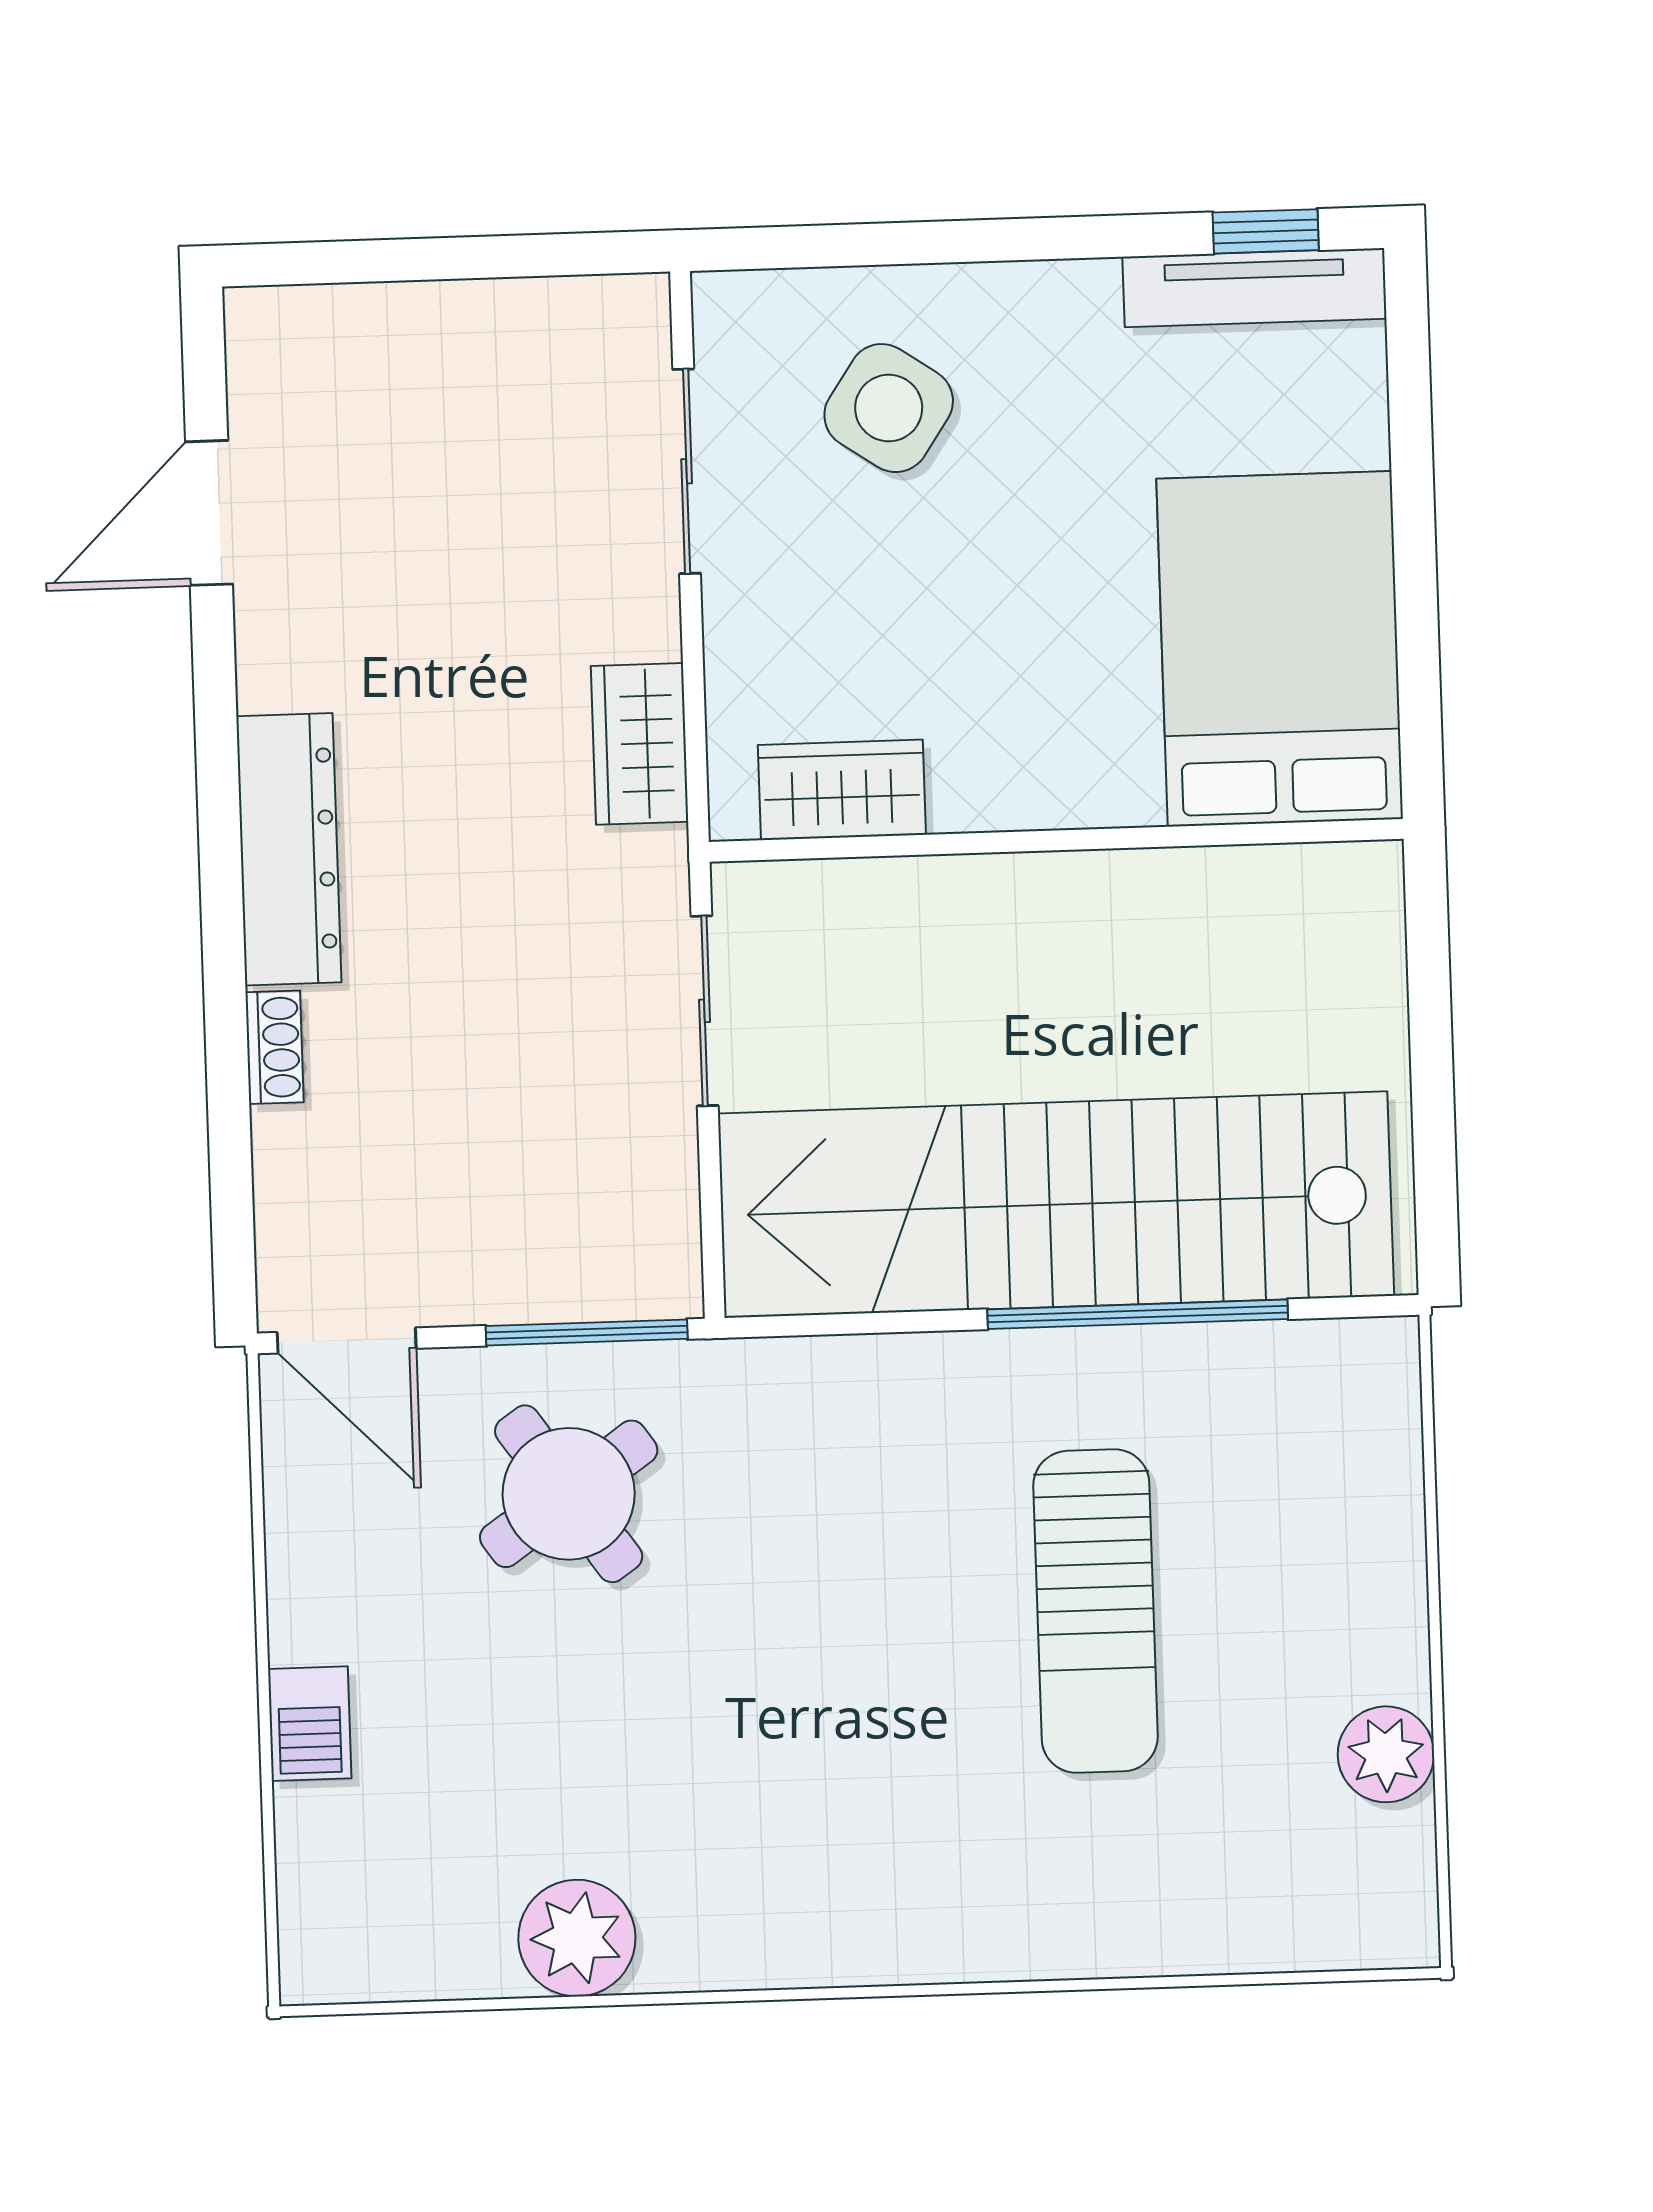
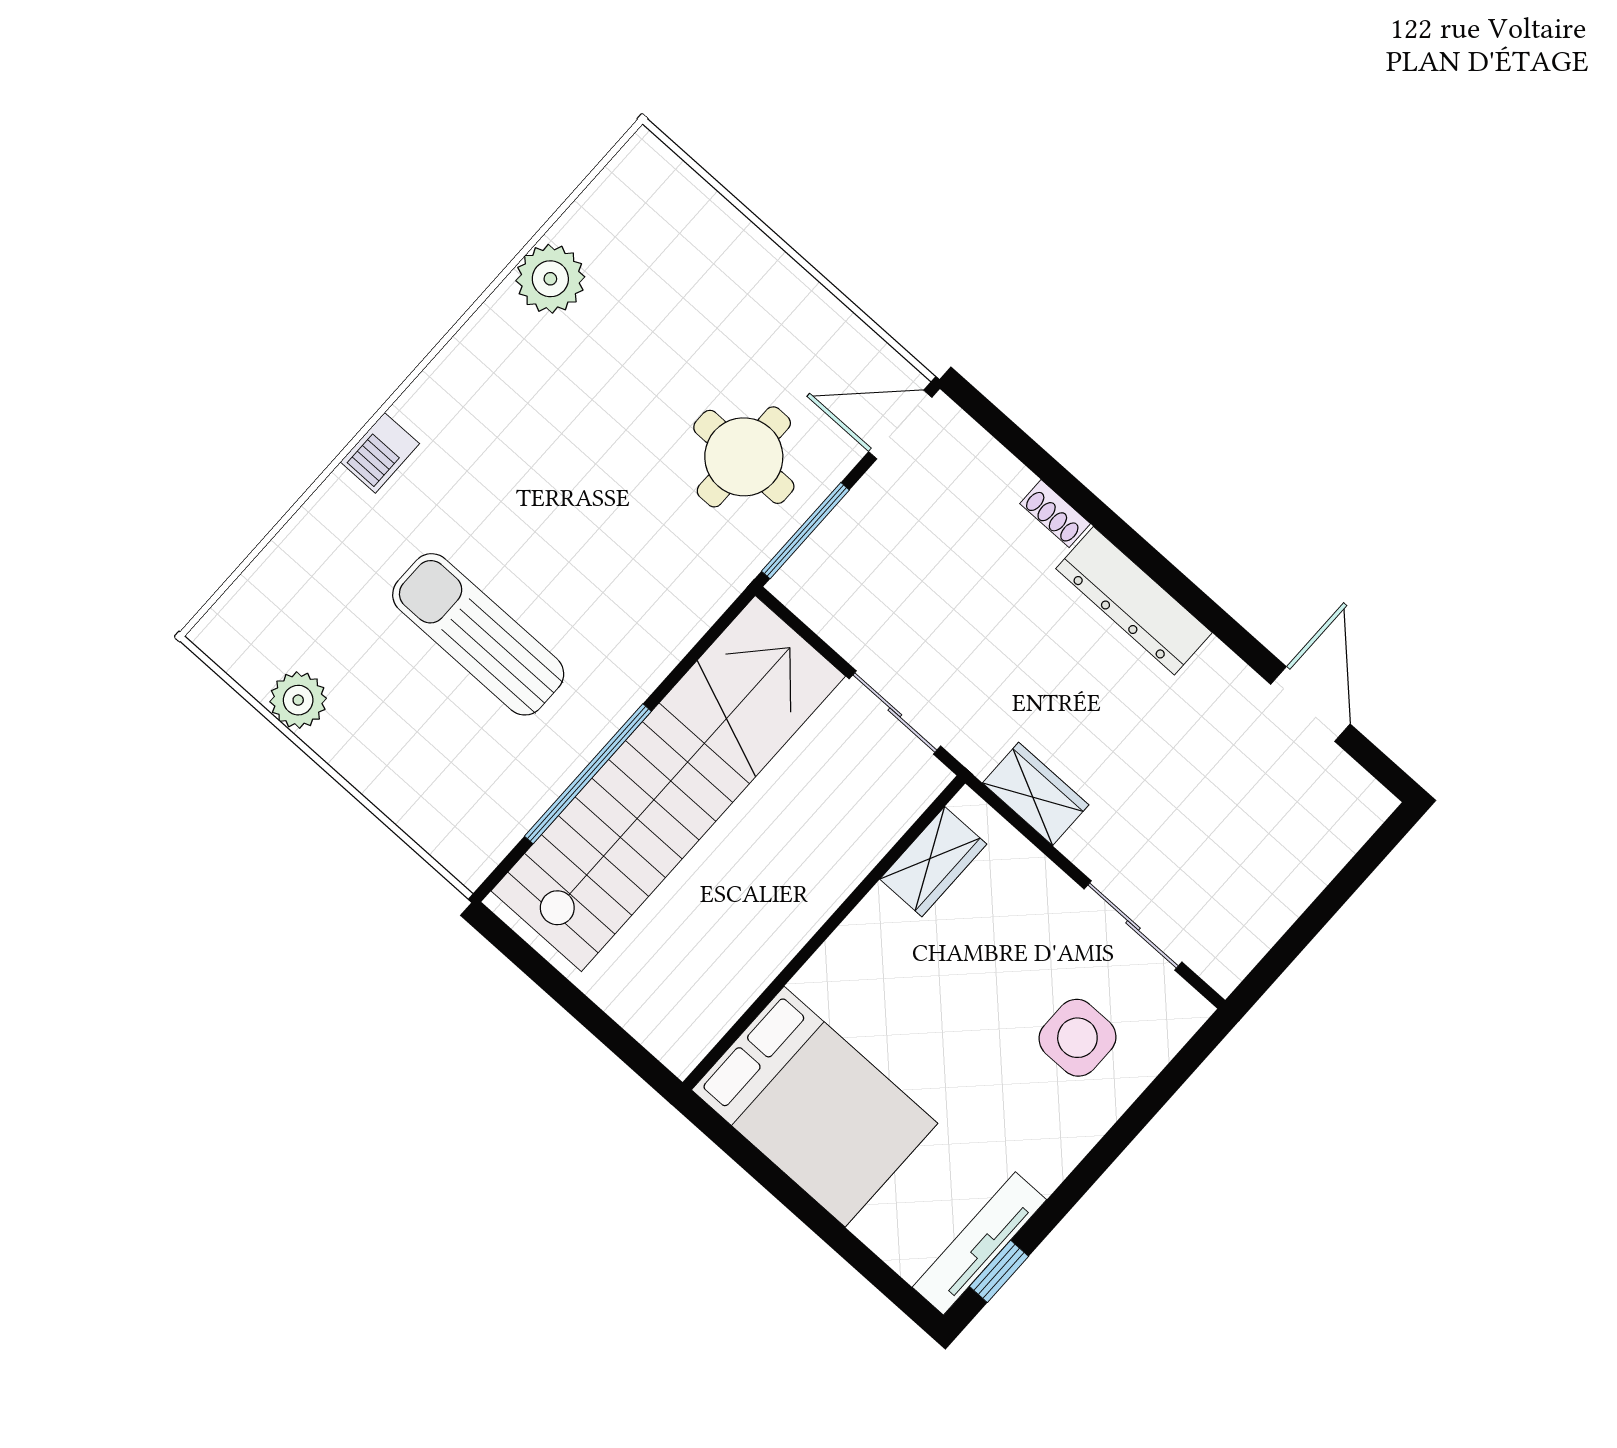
side table: (889, 408) -> (1077, 1038), turned -34
round table: (569, 1494) -> (744, 457), turned 35
barbecue: (310, 1724) -> (380, 453), moved, turned -90

